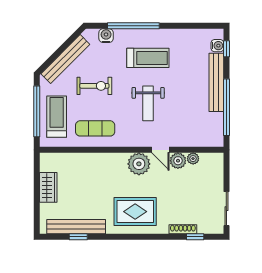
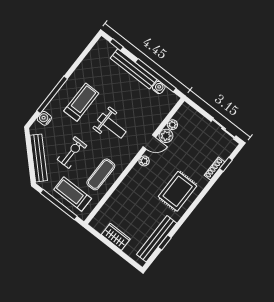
water cooler: (217, 46) -> (159, 88), moved
plant: (139, 164) -> (144, 161), width x0.53, depth x0.53

